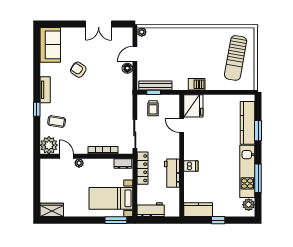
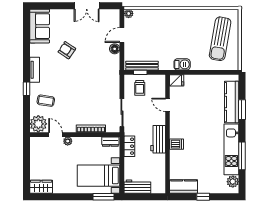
fridge: (193, 106) -> (177, 80), width x0.53, depth x0.75
locker: (142, 168) -> (129, 146), width x0.66
workbench: (172, 173) -> (158, 139), moved

